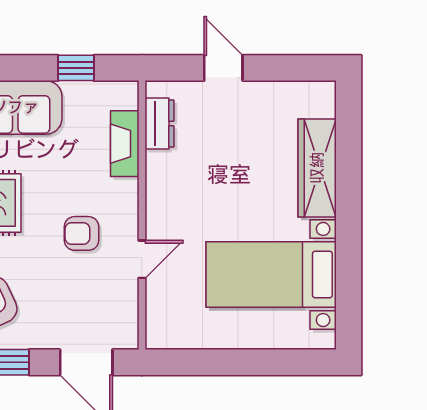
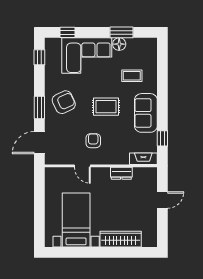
dresser: (160, 123) -> (121, 173), moved
fireplace: (125, 144) -> (143, 159), moved

